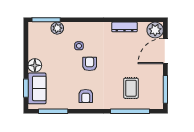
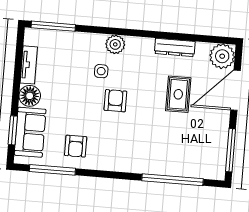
plant: (57, 28) -> (115, 44), moved
tv unit: (33, 46) -> (29, 65), added
rug: (131, 88) -> (178, 94), moved
armchair: (86, 96) -> (76, 146), moved

